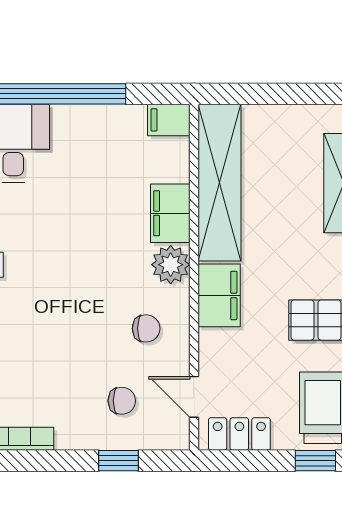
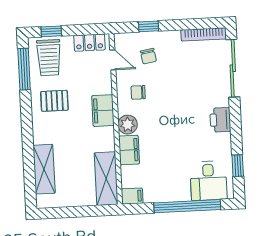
shelving: (220, 183) -> (106, 179), width x0.68
chair: (122, 401) -> (148, 56), turned -100

